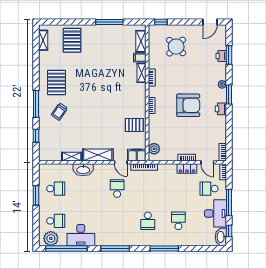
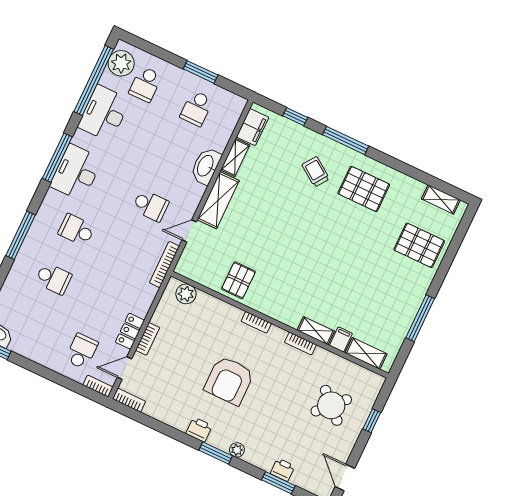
window: (161, 22) -> (372, 421), moved
filing cabinet: (137, 155) -> (253, 127), moved
window: (229, 203) -> (45, 372), removed
desk: (216, 213) -> (76, 172), moved, turned 90

